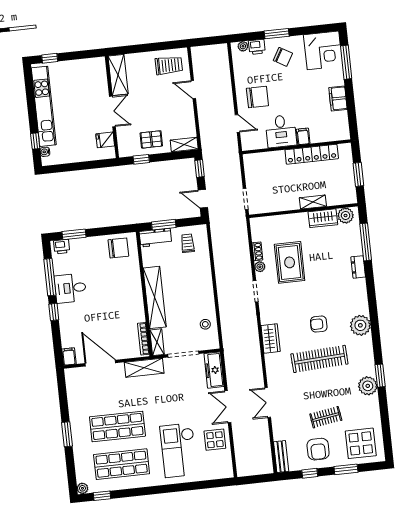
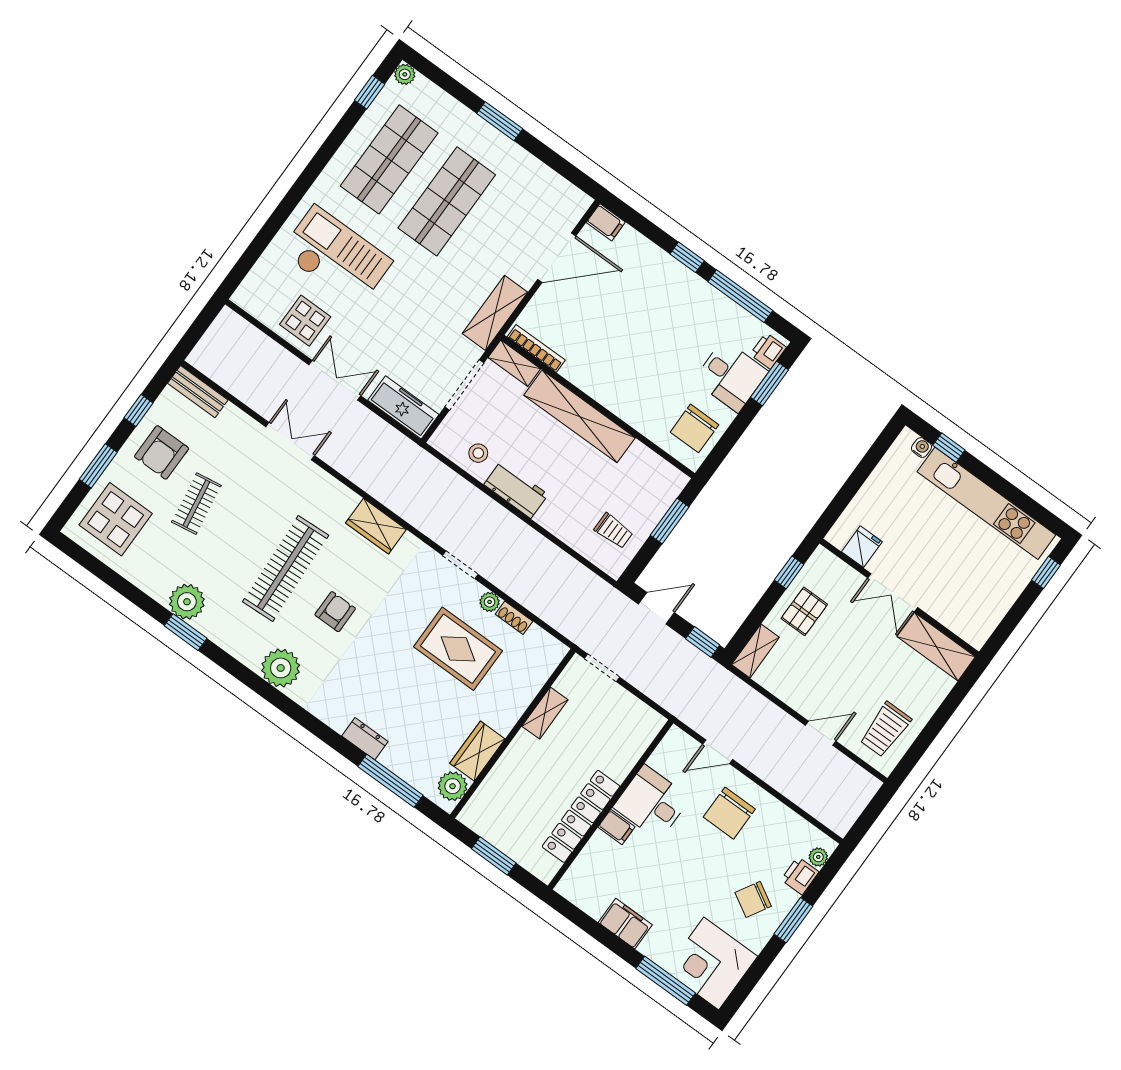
shelving: (313, 202) -> (545, 713), moved
workbench: (155, 238) -> (516, 490), moved, turned 90
desk: (70, 288) -> (731, 376), moved, turned 90
armchair: (318, 449) -> (162, 452), turned -90

